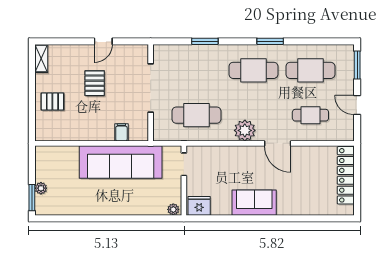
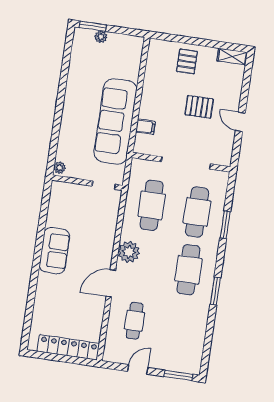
cafe table: (310, 70) -> (197, 212), moved
fridge: (199, 206) -> (59, 194), removed

